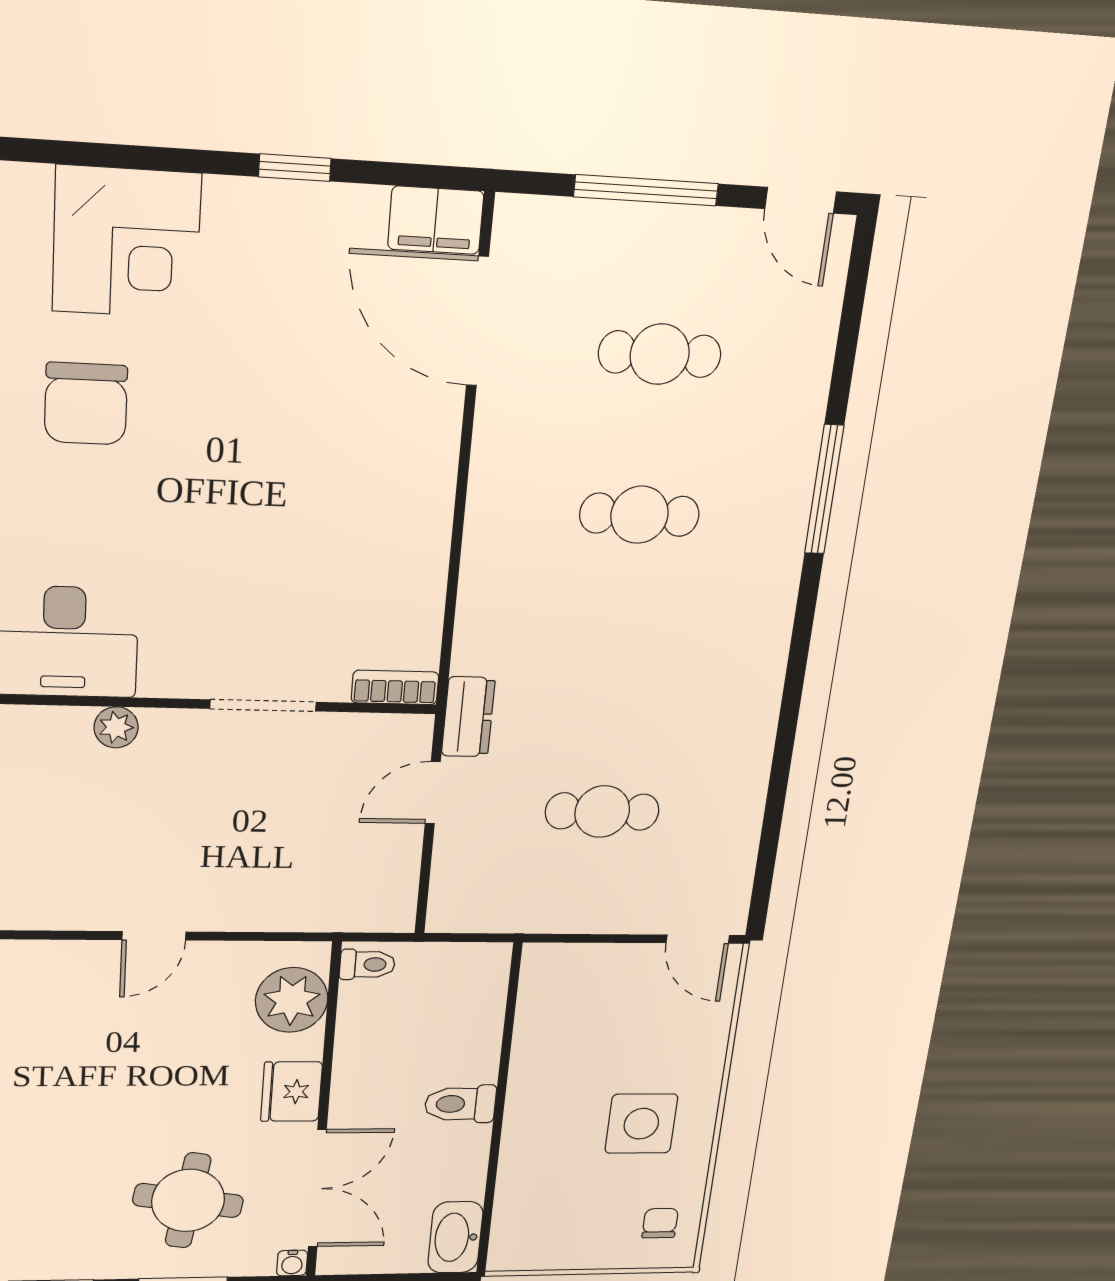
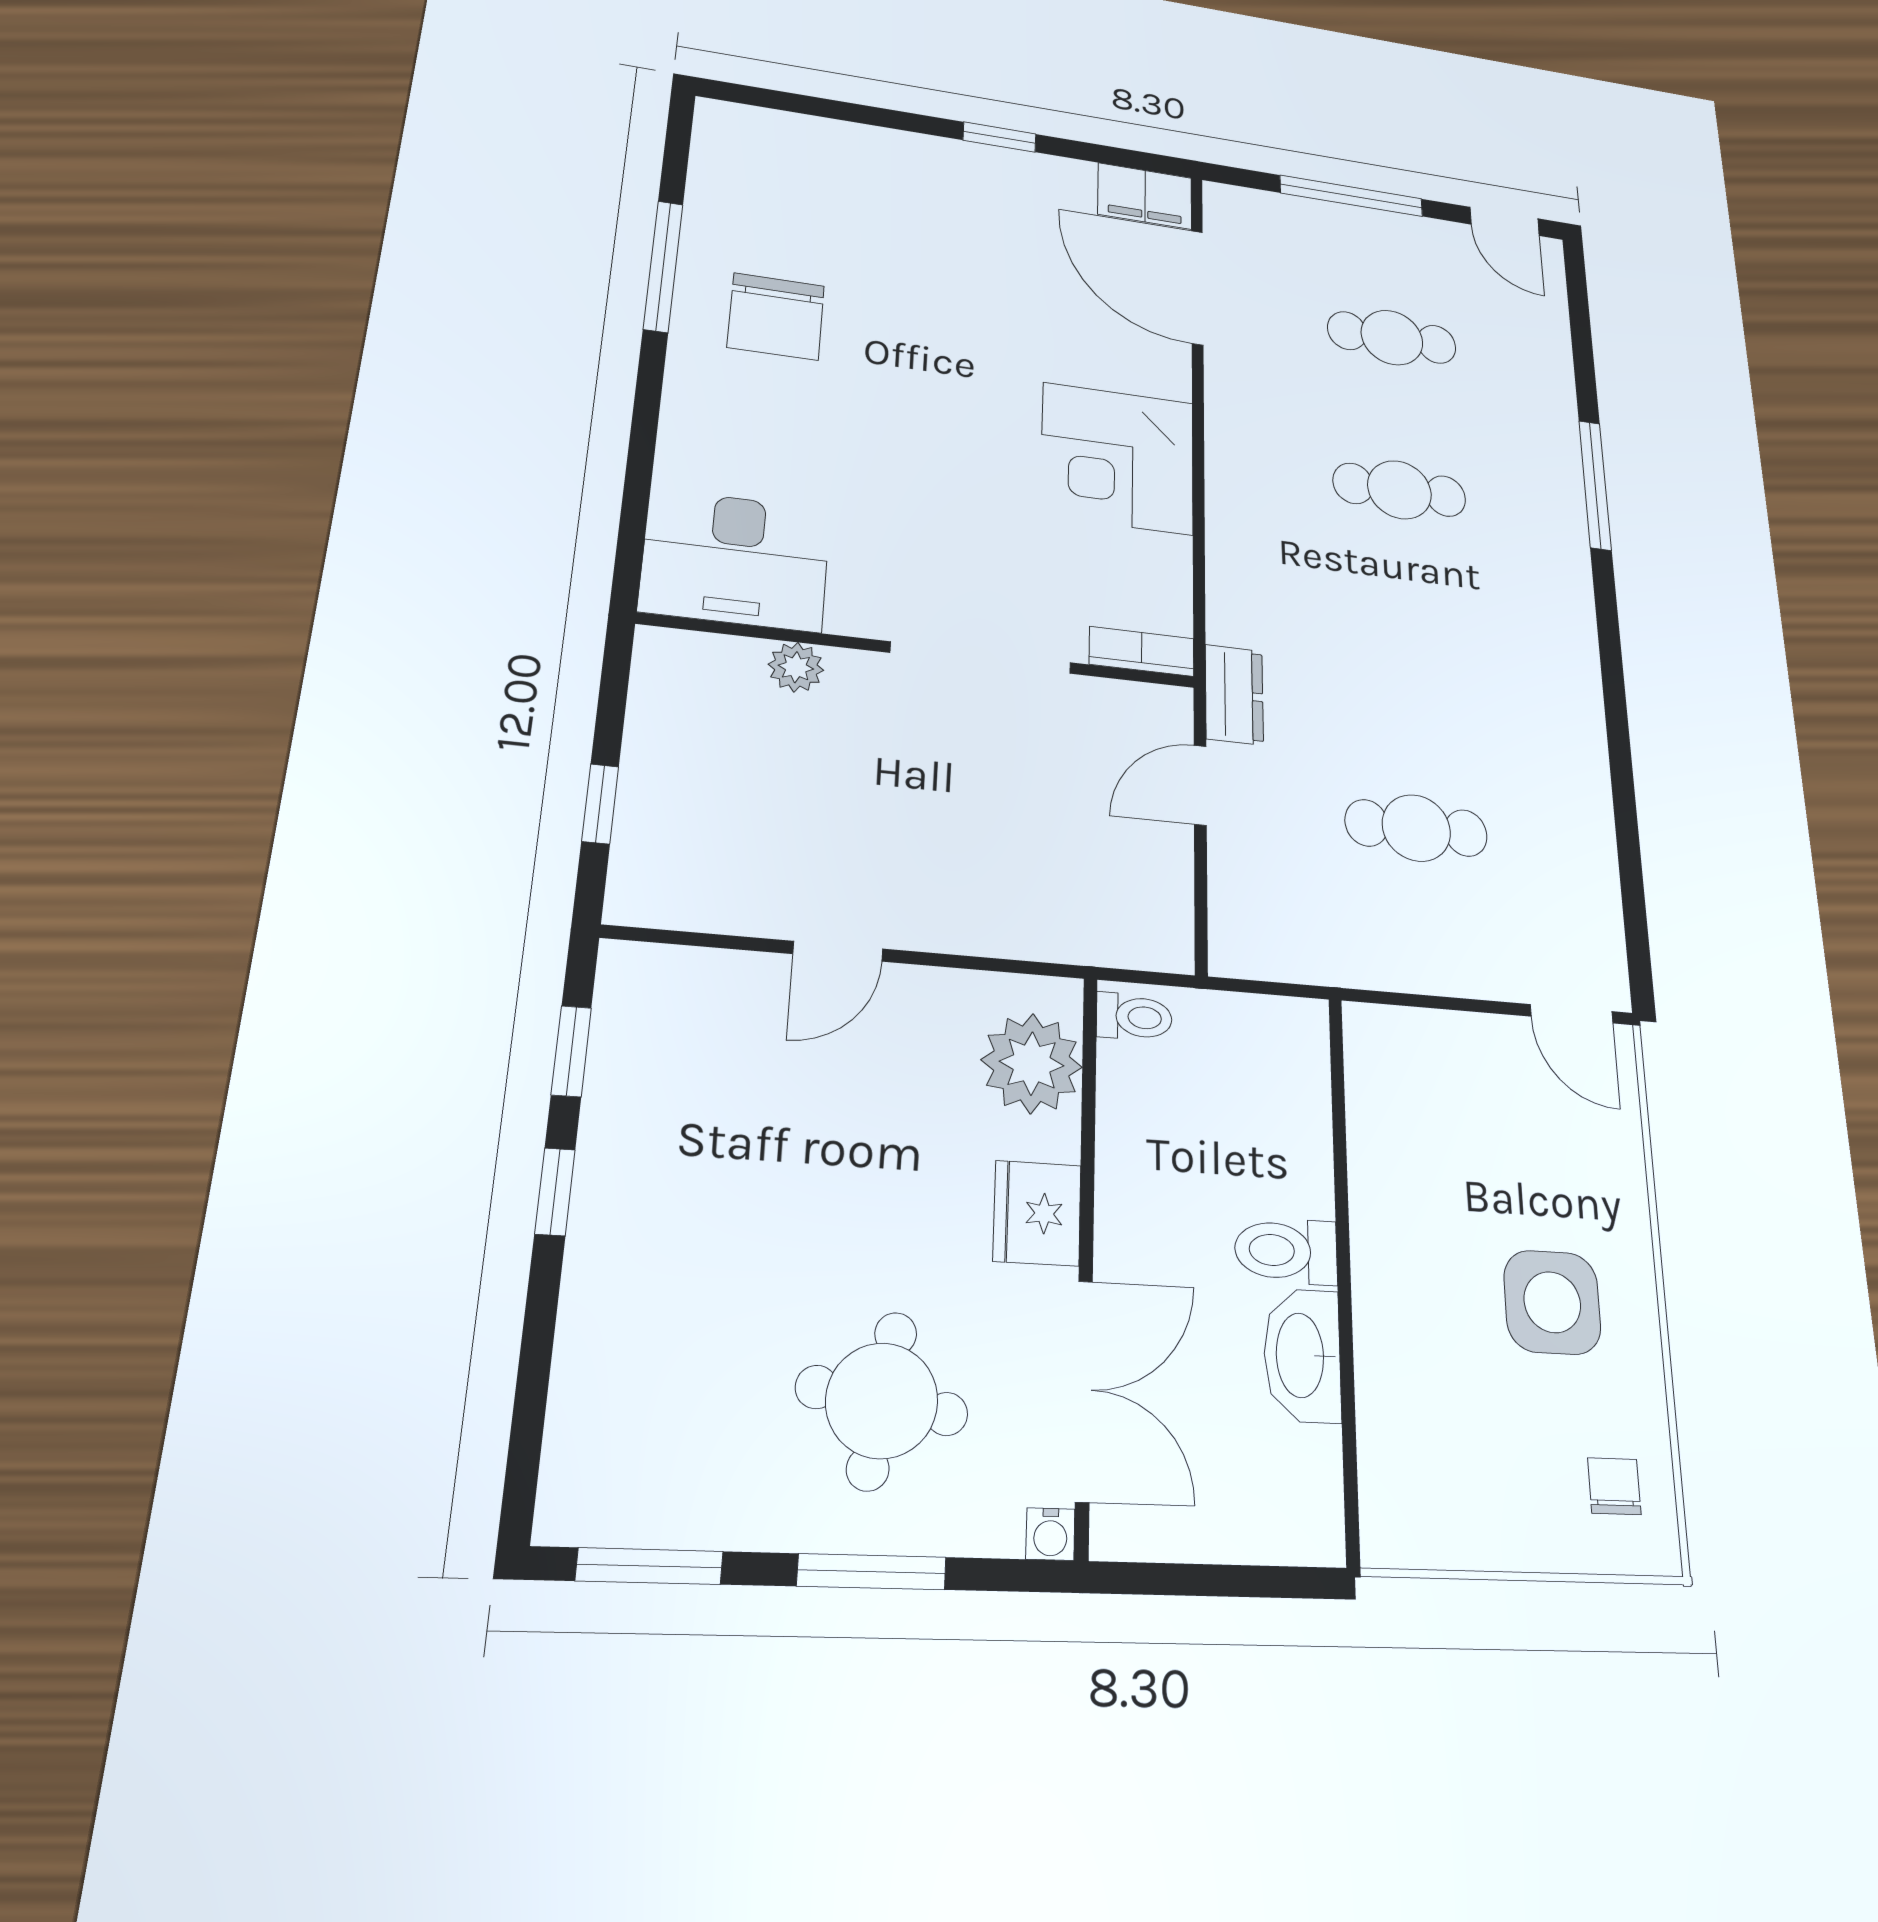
corner desk: (127, 243) -> (1118, 458), moved, turned 90
doorway: (263, 705) -> (981, 658), width x1.36
washbasin: (455, 1237) -> (1302, 1355), moved

